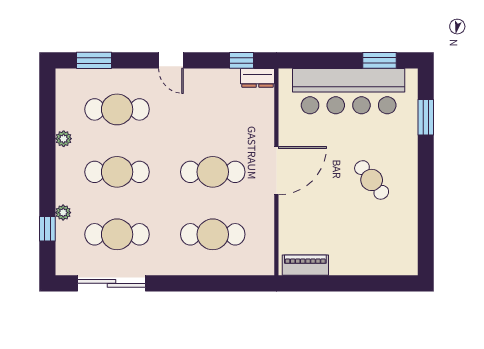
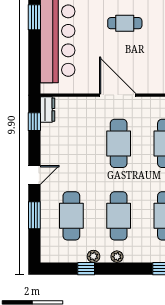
window: (94, 60) -> (34, 215), moved
window: (47, 129) -> (86, 269), added
cafe table: (372, 180) -> (125, 23), turned 38
plant: (63, 213) -> (117, 257), moved

